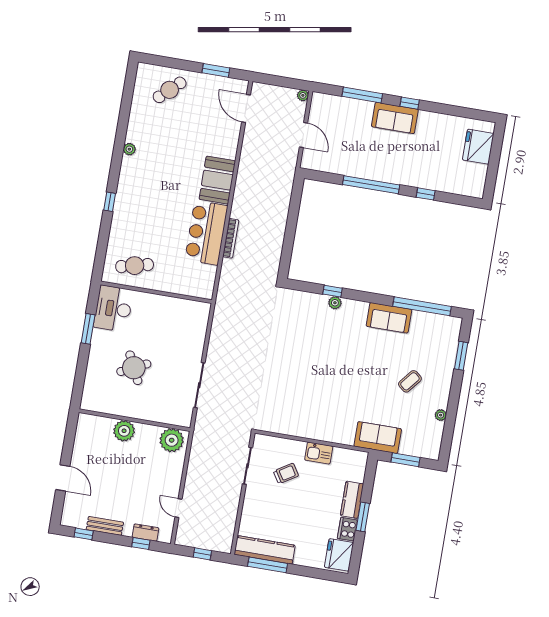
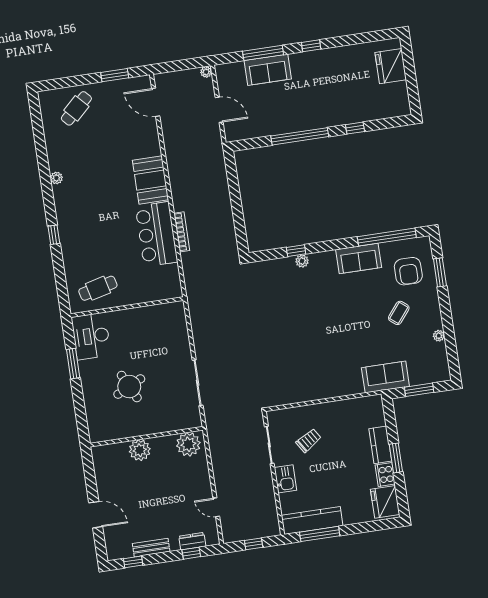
sofa: (395, 118) -> (268, 70), moved
armchair: (432, 345) -> (408, 271), added
kitchen sink: (319, 453) -> (285, 479), moved, turned -90

